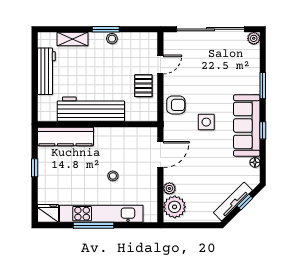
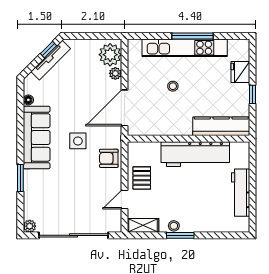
shelving: (72, 39) -> (143, 225), moved
window: (263, 130) -> (20, 132), removed
door: (160, 155) -> (124, 108), width x1.36
window: (245, 202) -> (49, 50), moved
fridge: (48, 213) -> (240, 72), moved, turned 90

